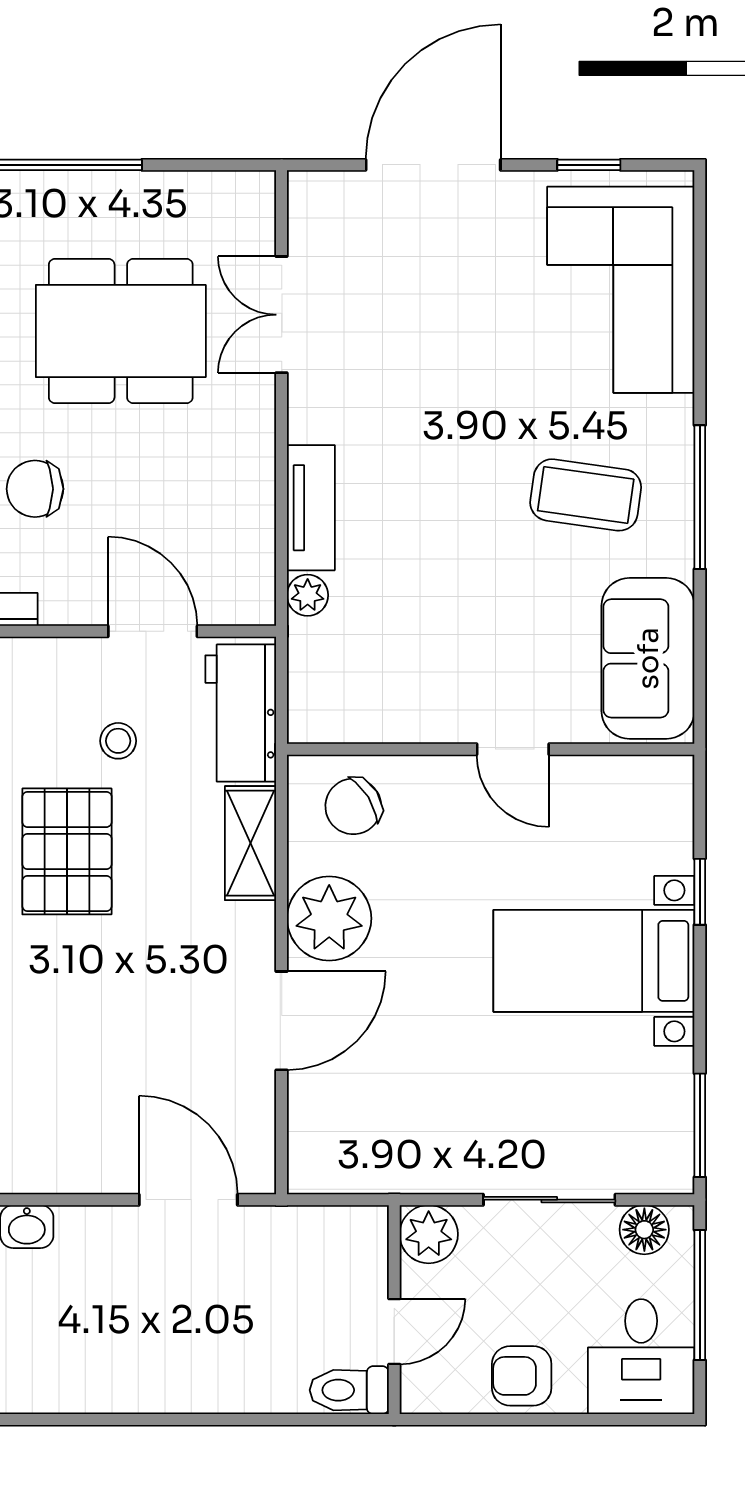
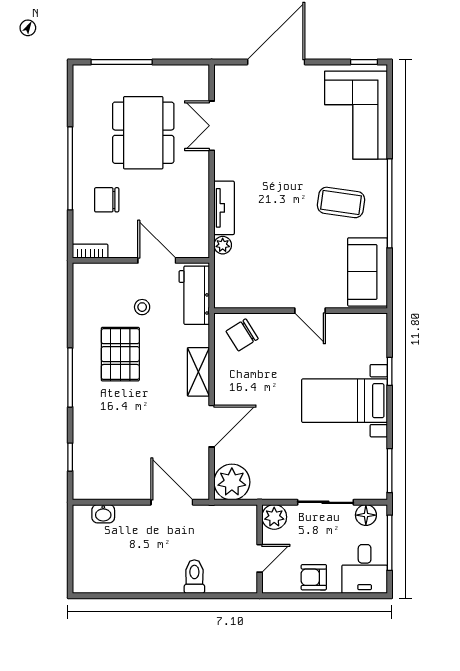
window: (589, 165) -> (364, 62), moved
dining table: (121, 331) -> (143, 133), turned 90
window: (700, 497) -> (390, 203), width x1.46
shelving: (251, 843) -> (198, 372), moved
plant: (329, 918) -> (232, 482), moved
toilet: (349, 1390) -> (194, 577), moved, turned 90

